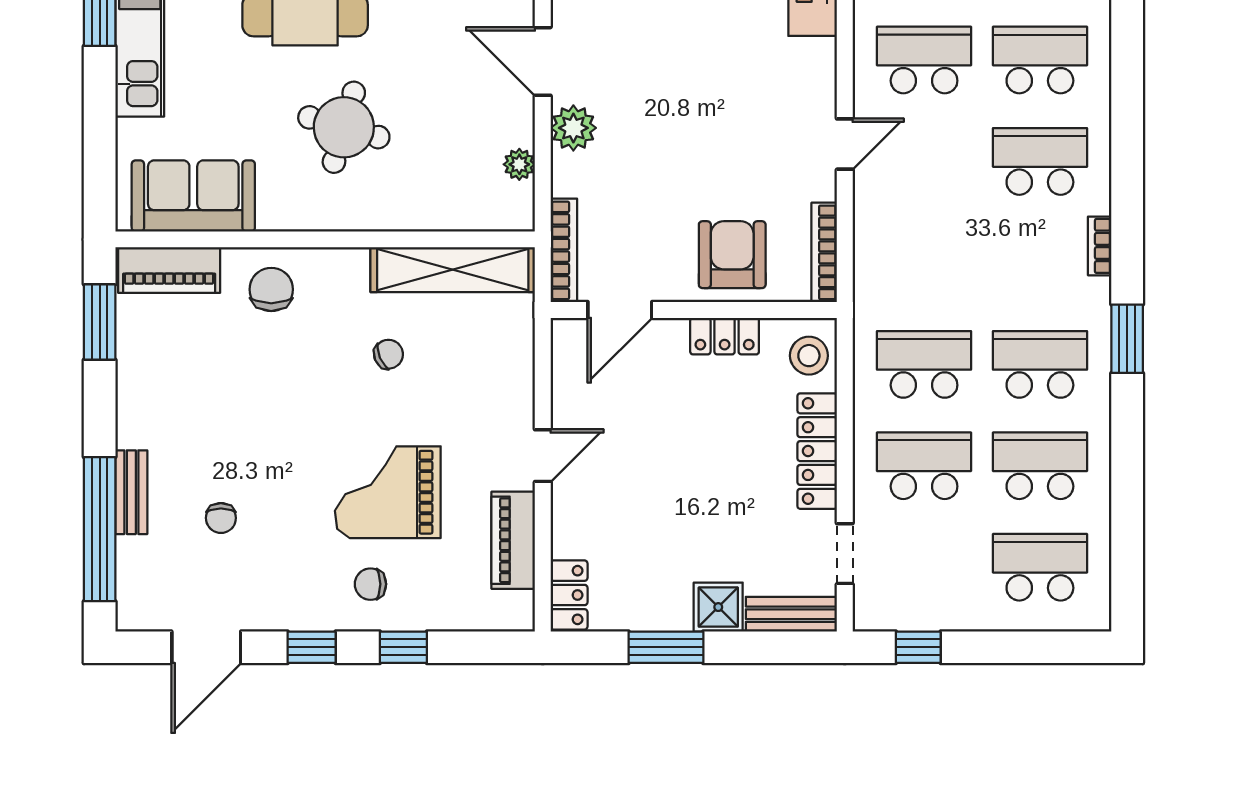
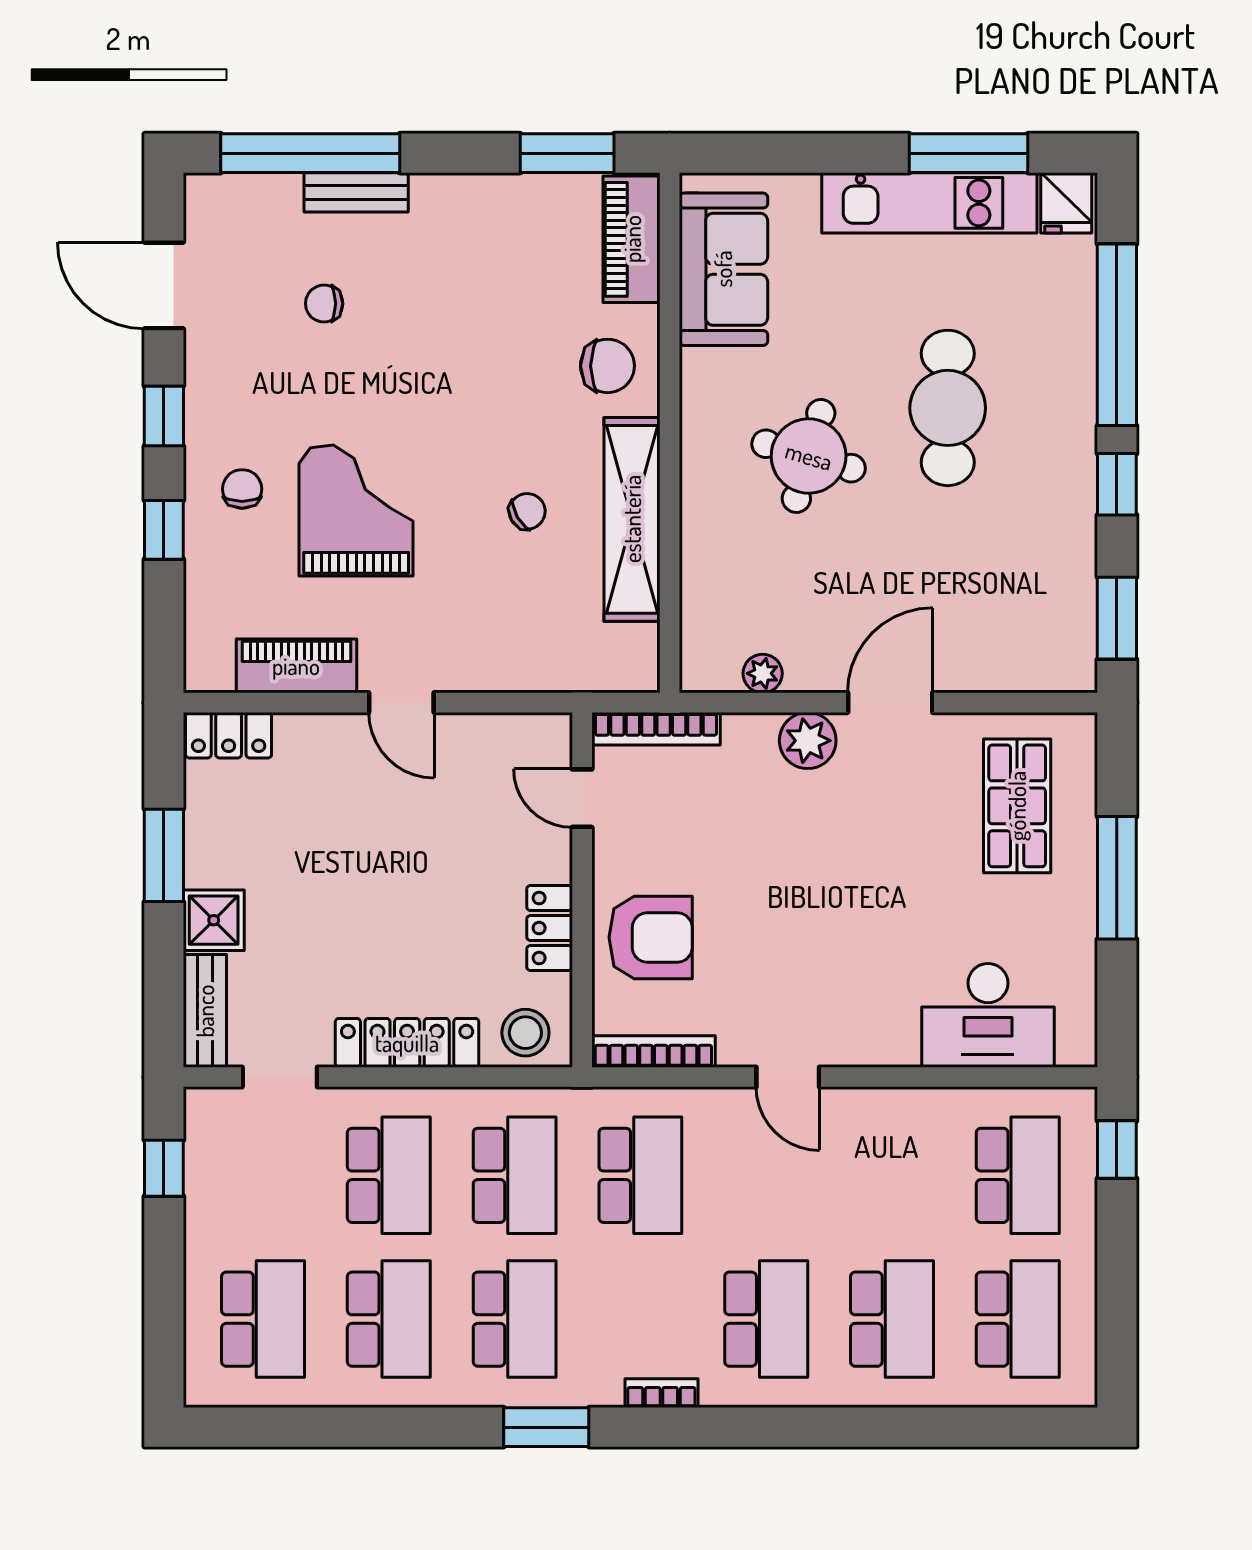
school desk: (924, 60) -> (640, 1175), moved
shelving: (453, 270) -> (632, 519), moved
door: (620, 310) -> (582, 798), width x0.73
chair: (388, 354) -> (527, 511), turned -97

